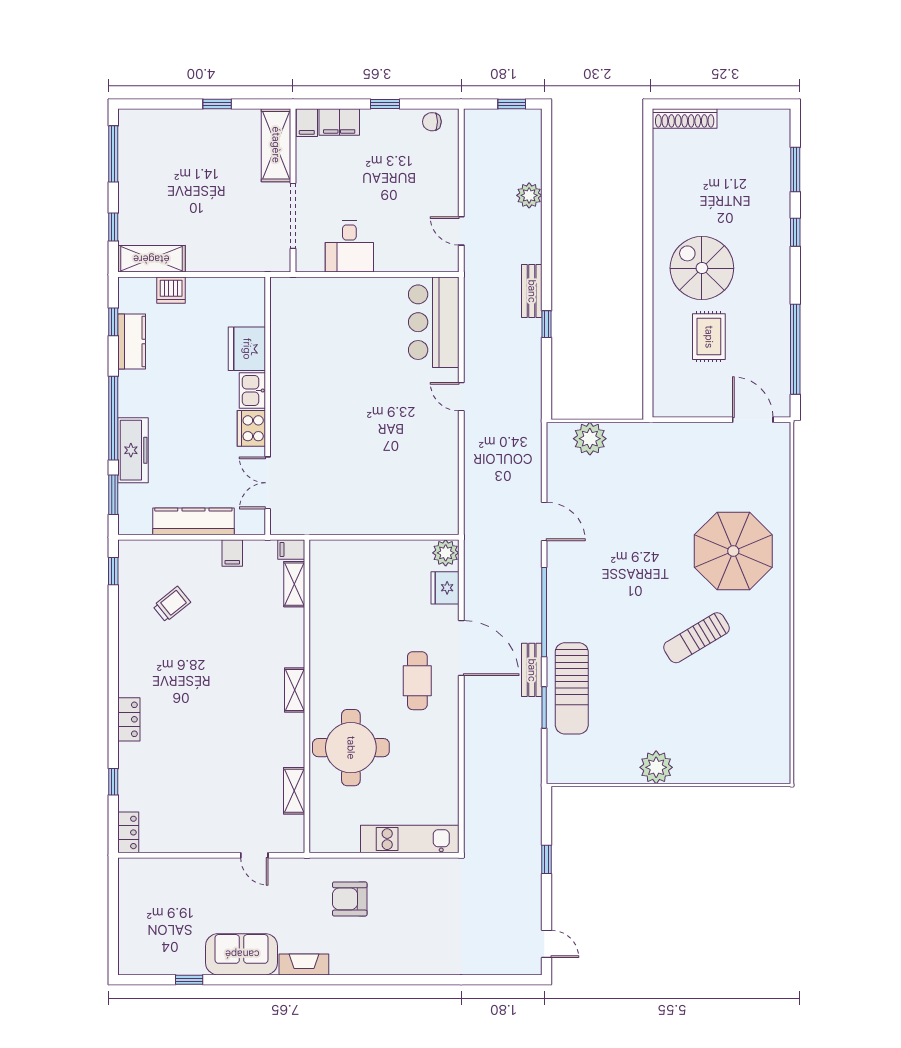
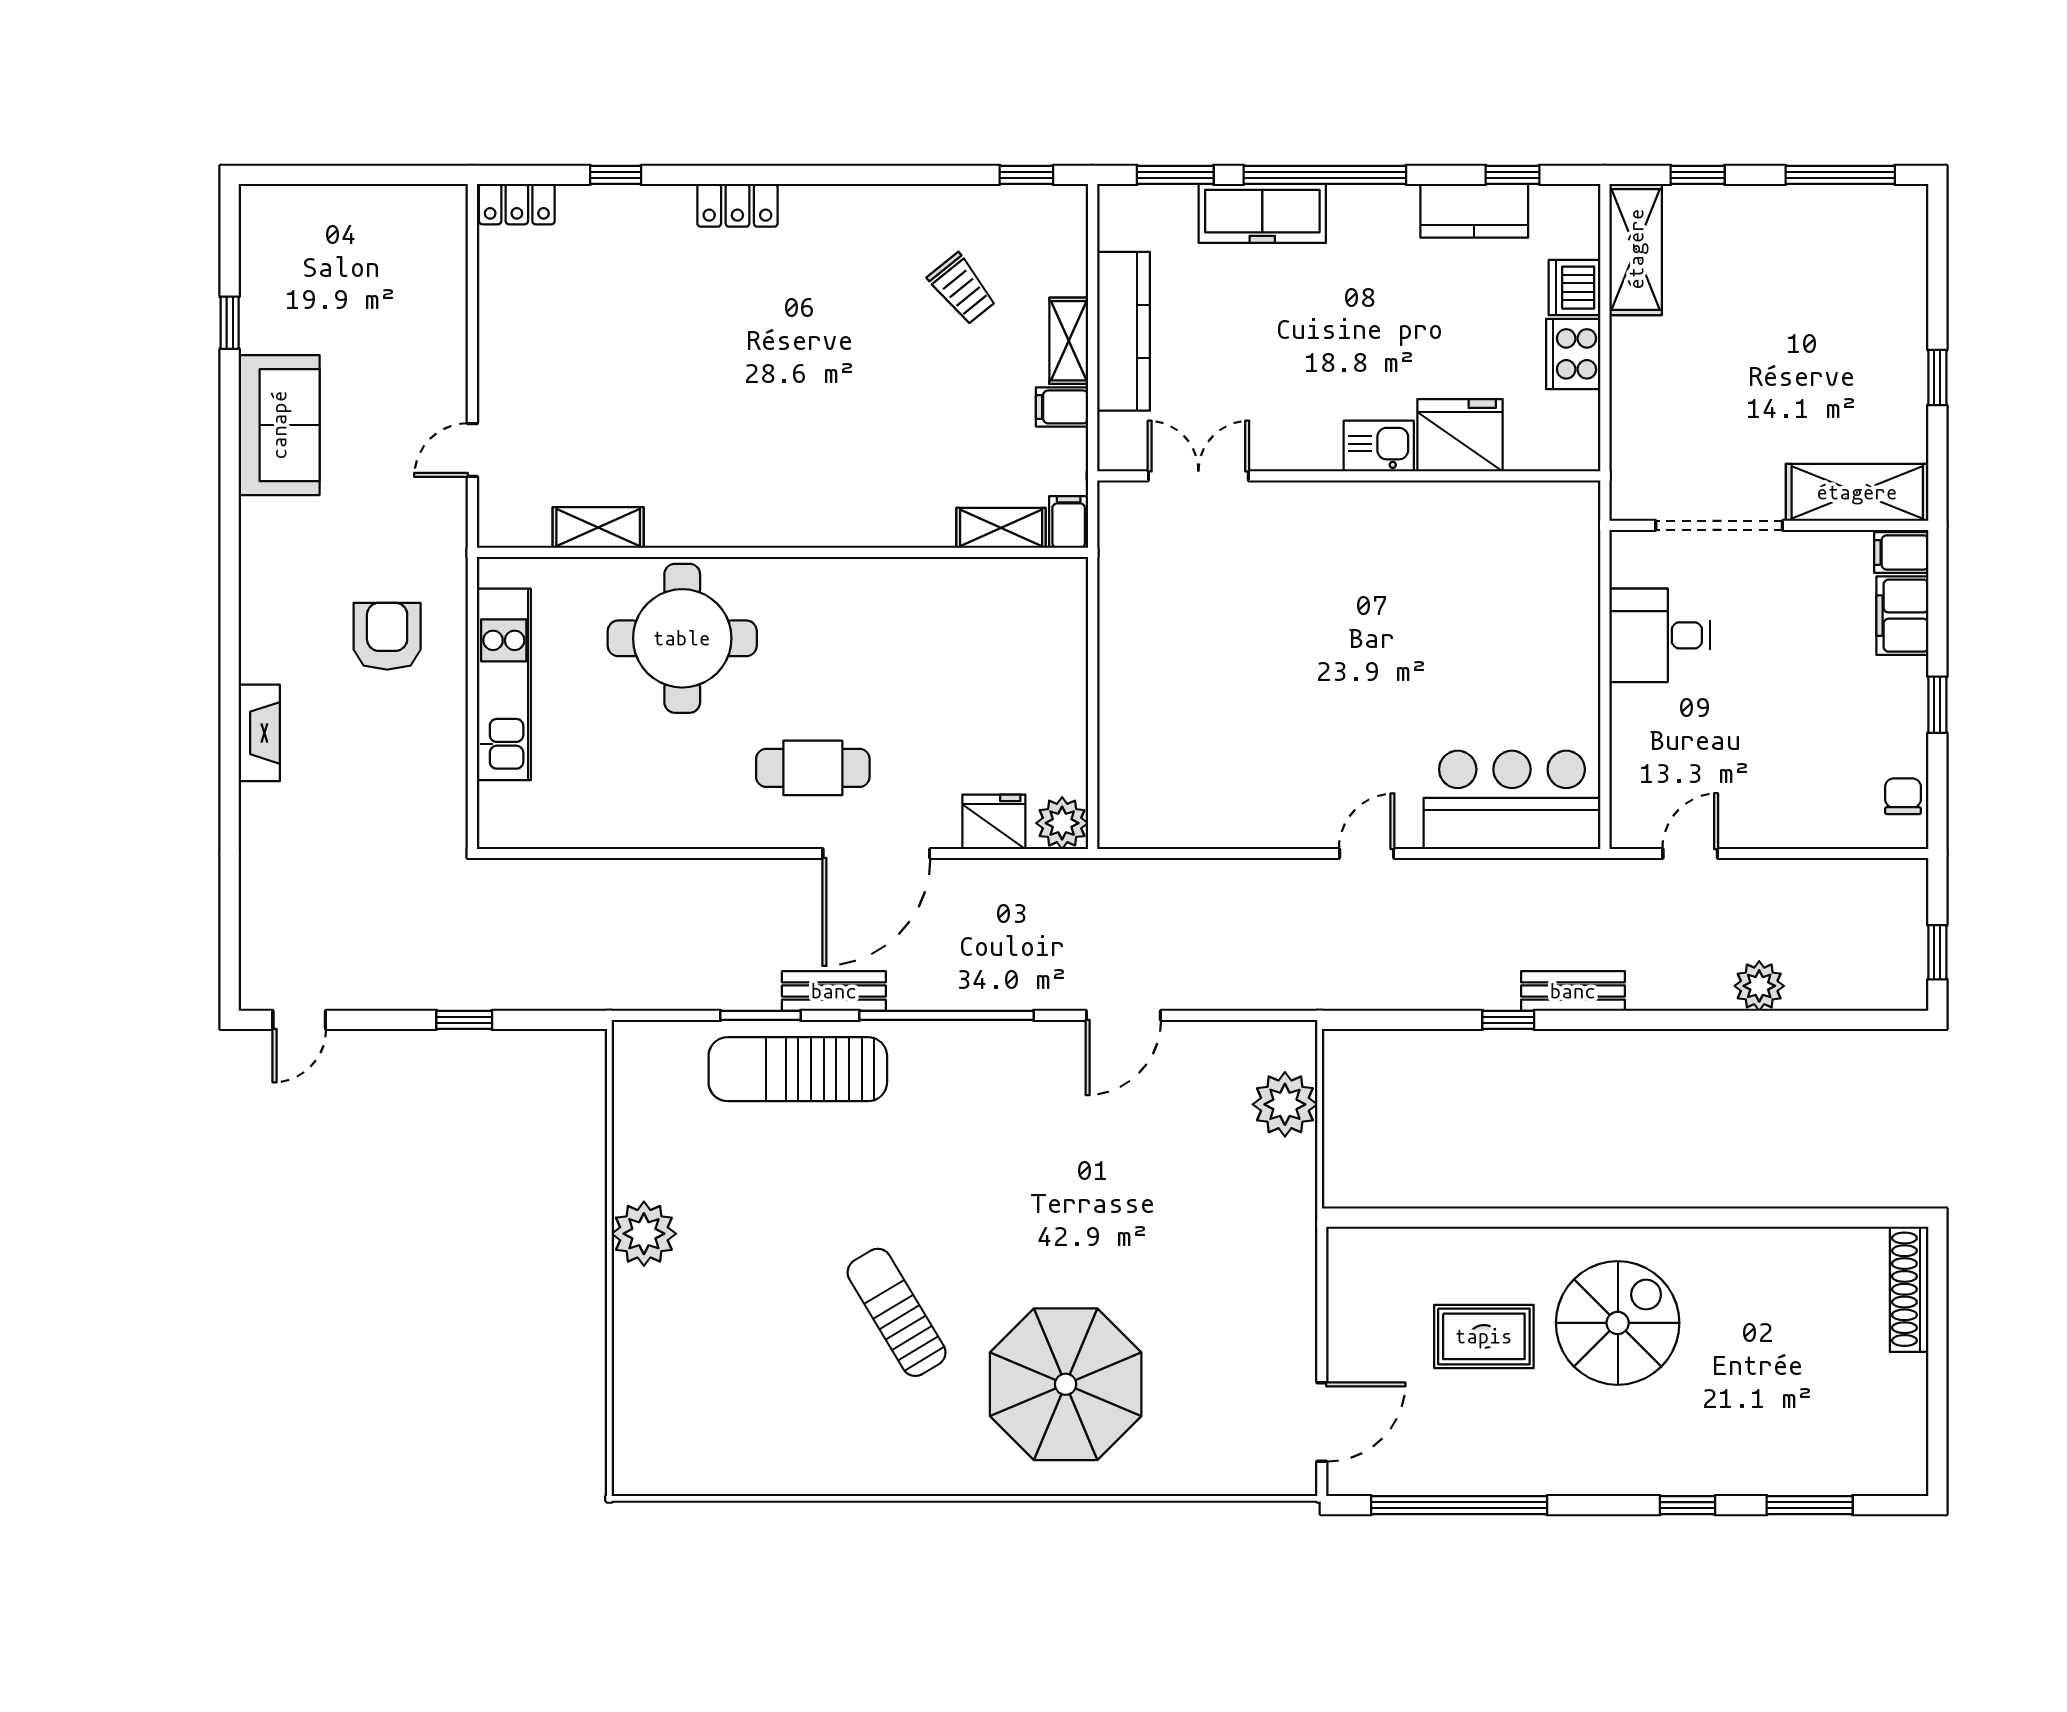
cooker: (251, 428) -> (1573, 354), moved, turned -90
shelving: (295, 690) -> (1069, 341), moved, turned 90
kitchen unit: (410, 839) -> (504, 684), moved
fireplace: (304, 964) -> (259, 733), moved

